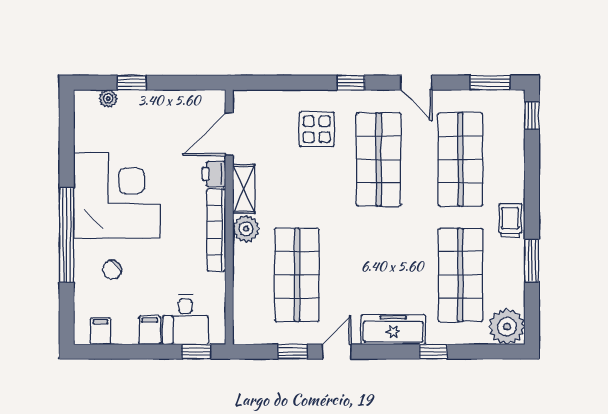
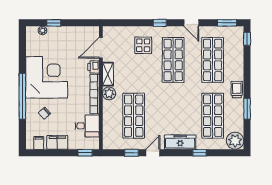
desk: (185, 320) -> (87, 126), moved, turned -90
filing cabinet: (150, 330) -> (57, 142), width x2.00

